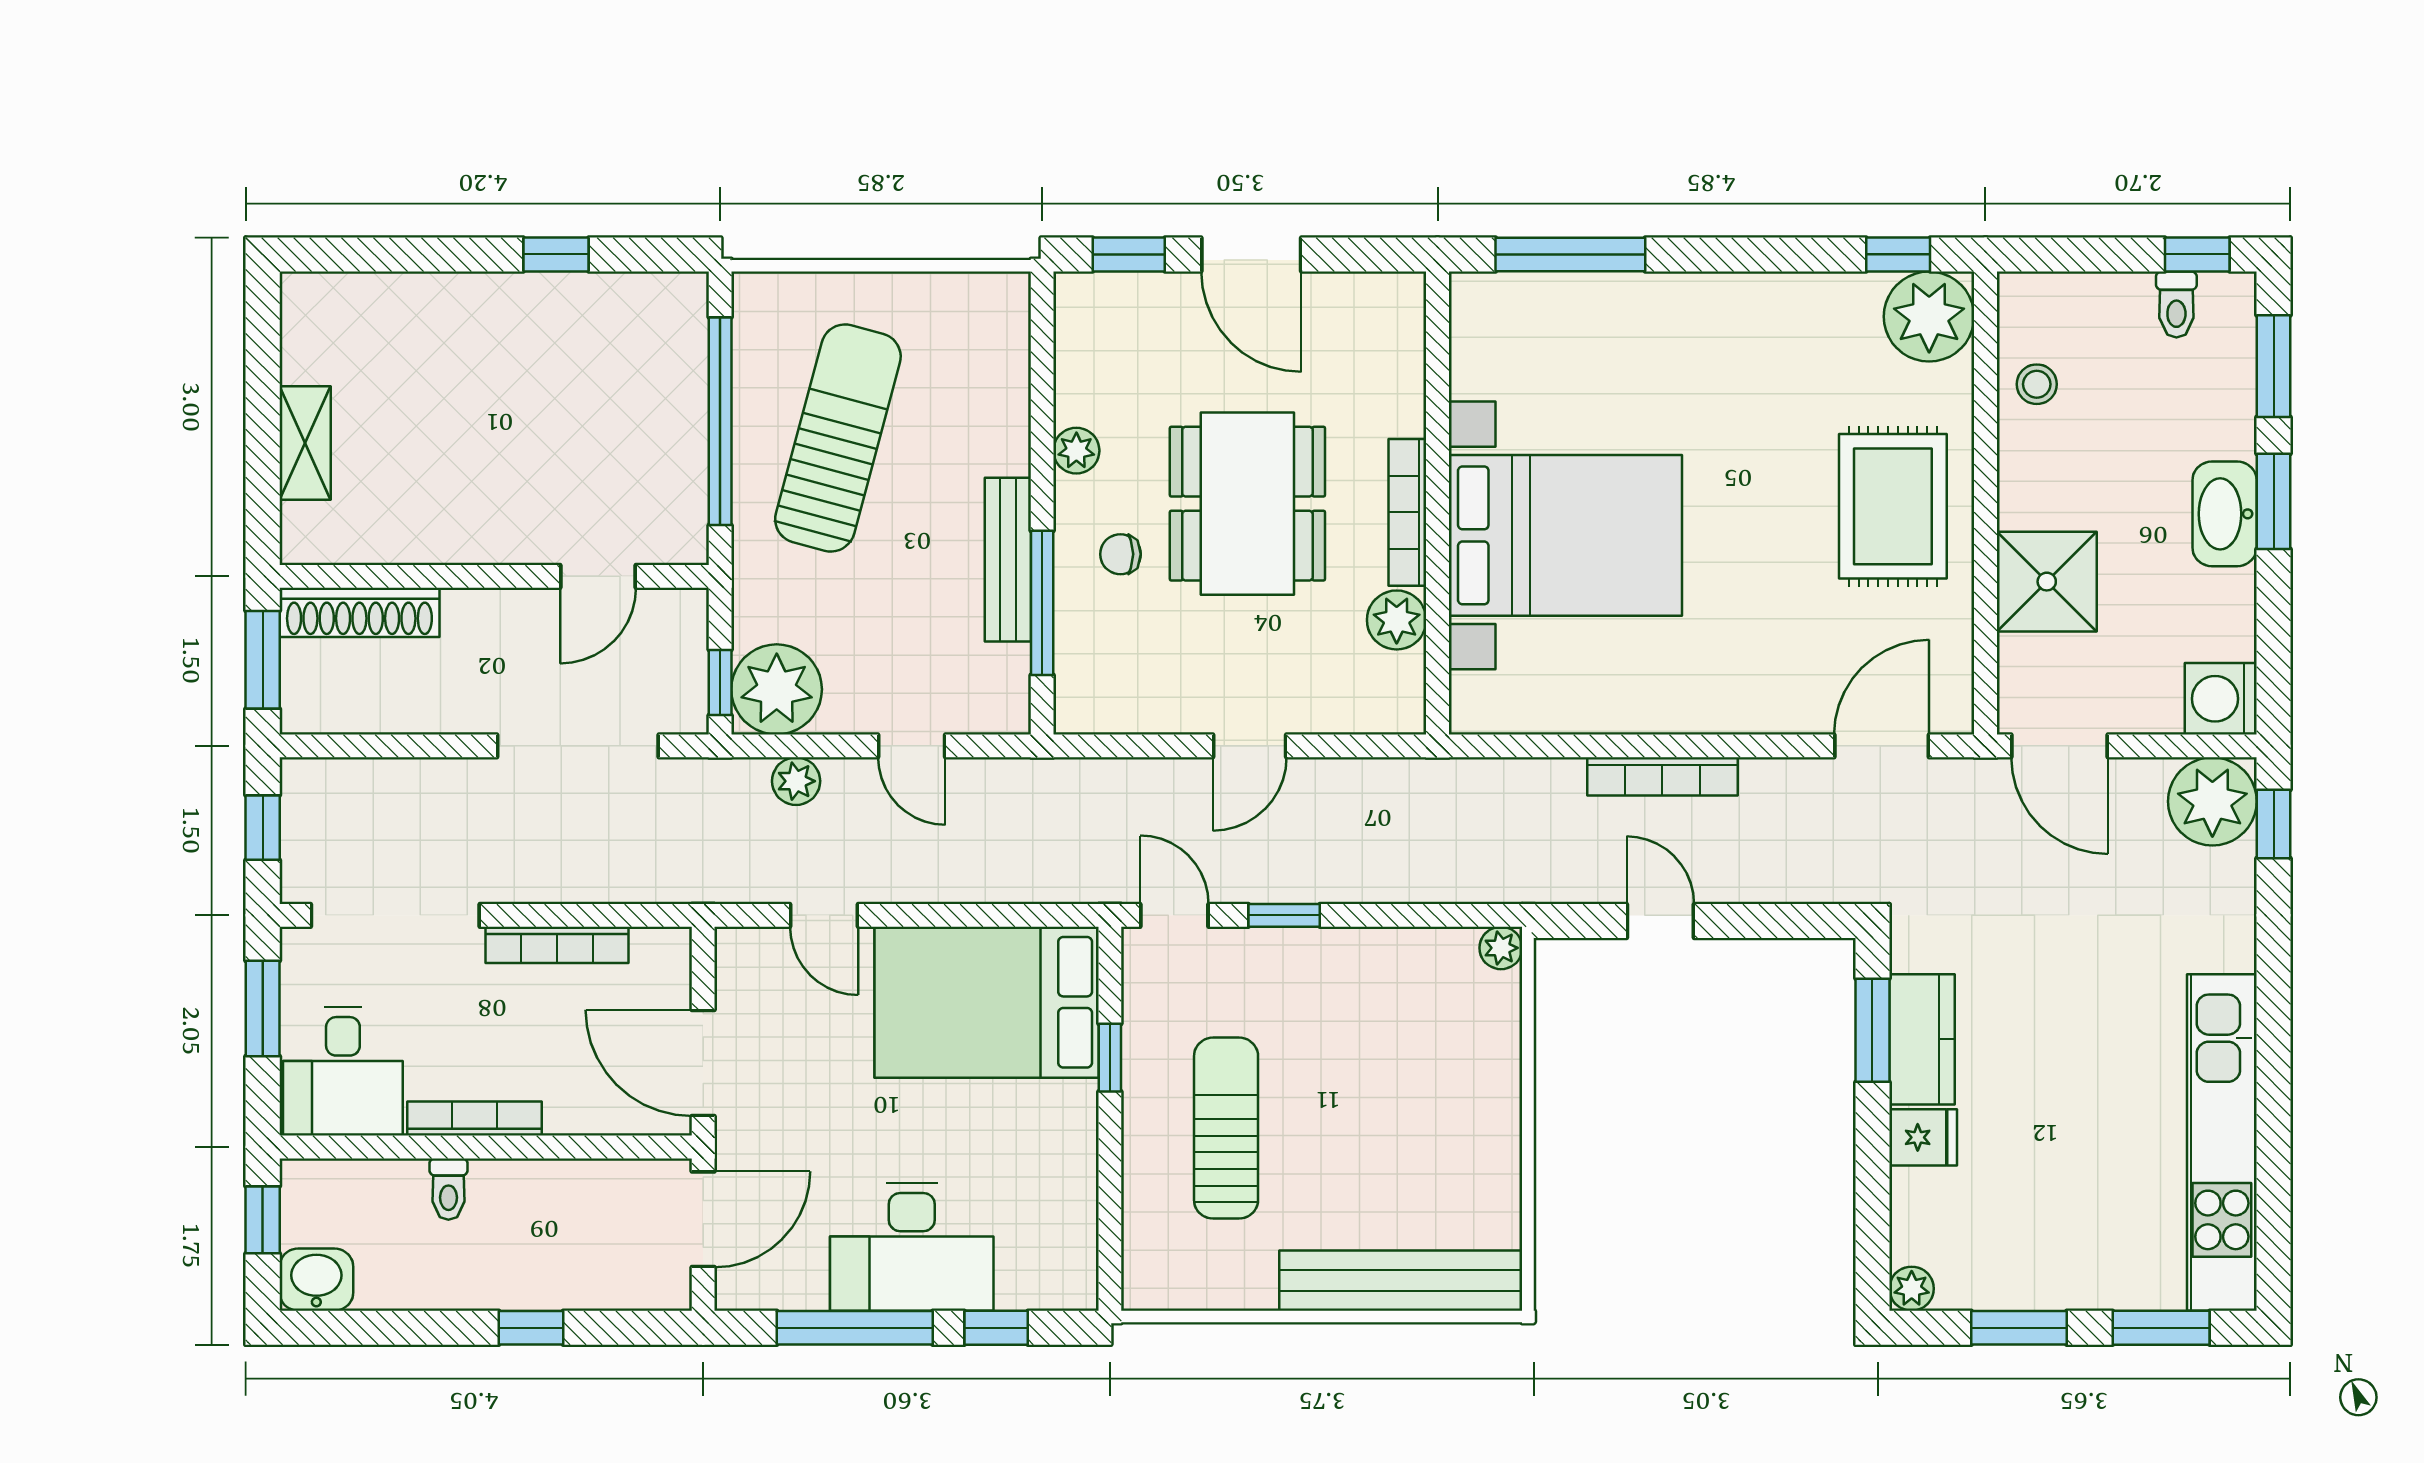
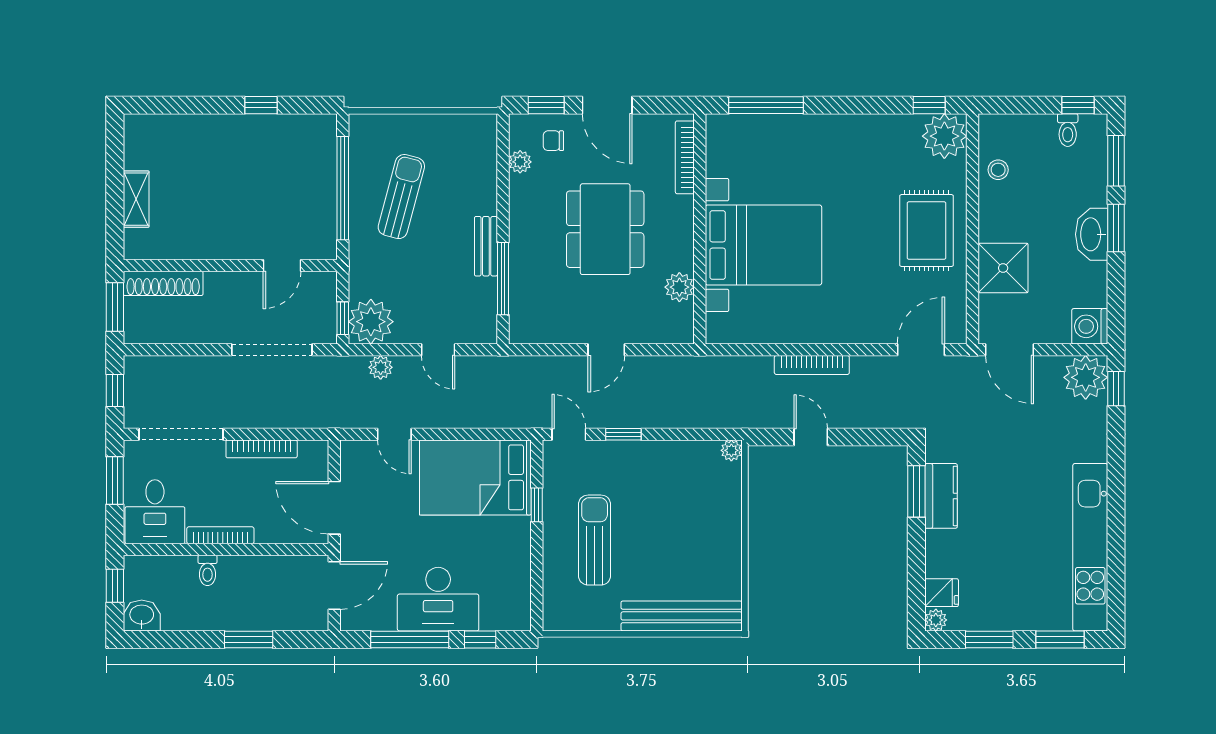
sun lounger: (838, 438) -> (401, 197), width x0.73, depth x0.75
plant: (1076, 451) -> (520, 162), moved
bookcase: (1407, 512) -> (685, 157), moved
chair: (1120, 554) -> (553, 141), moved
bench: (1008, 560) -> (486, 246), width x0.73
fridge: (1923, 1137) -> (942, 593), moved
window: (531, 1328) -> (249, 639), width x1.50

